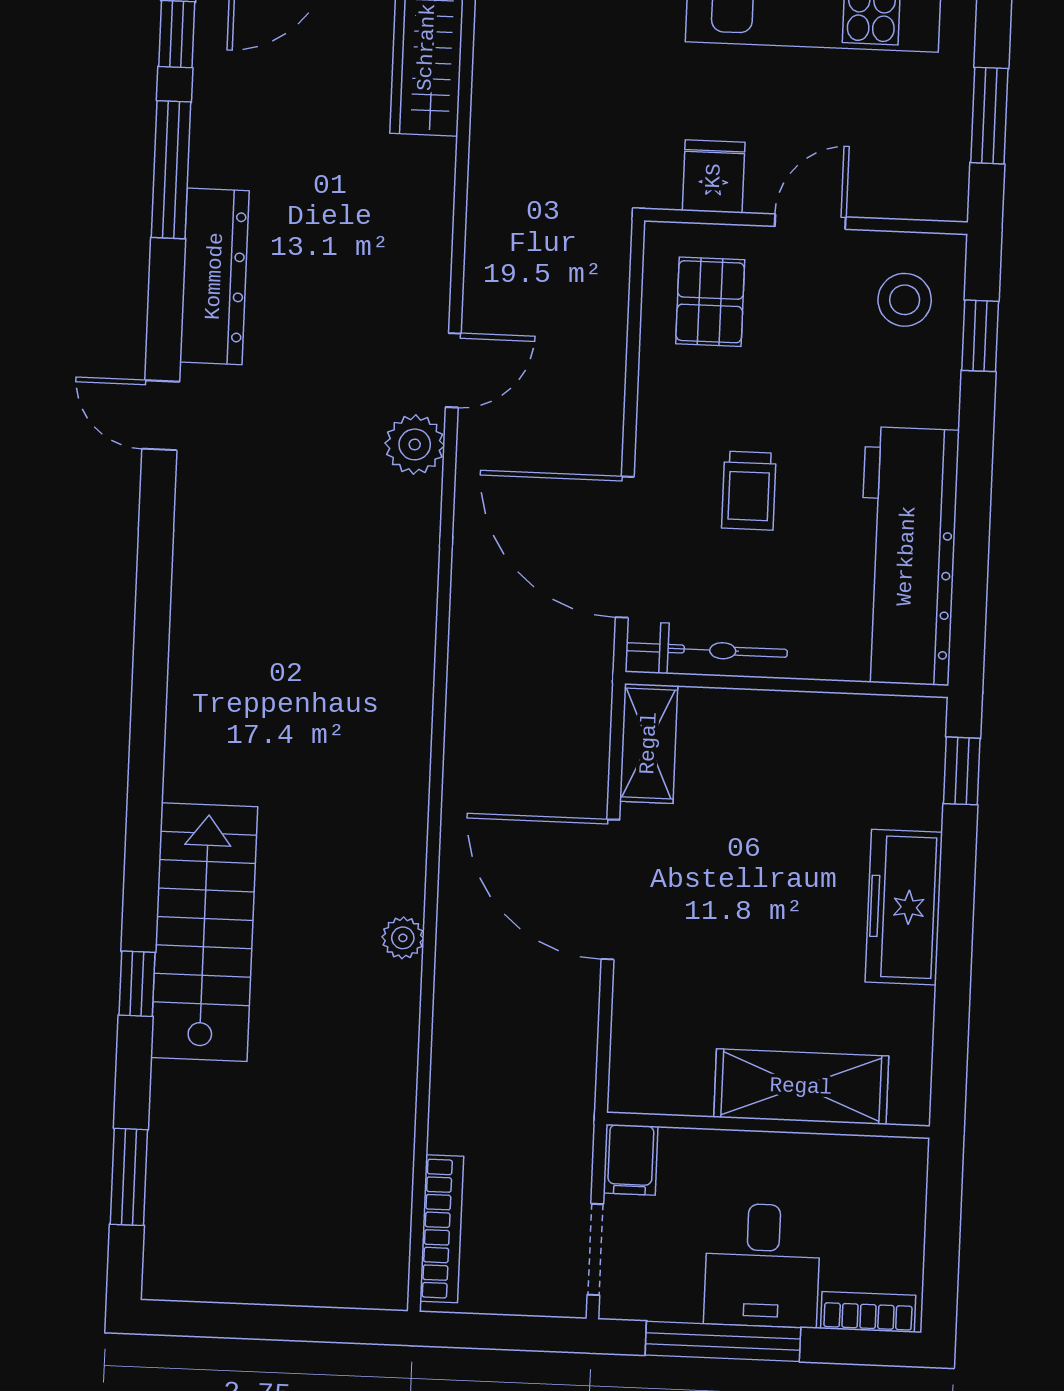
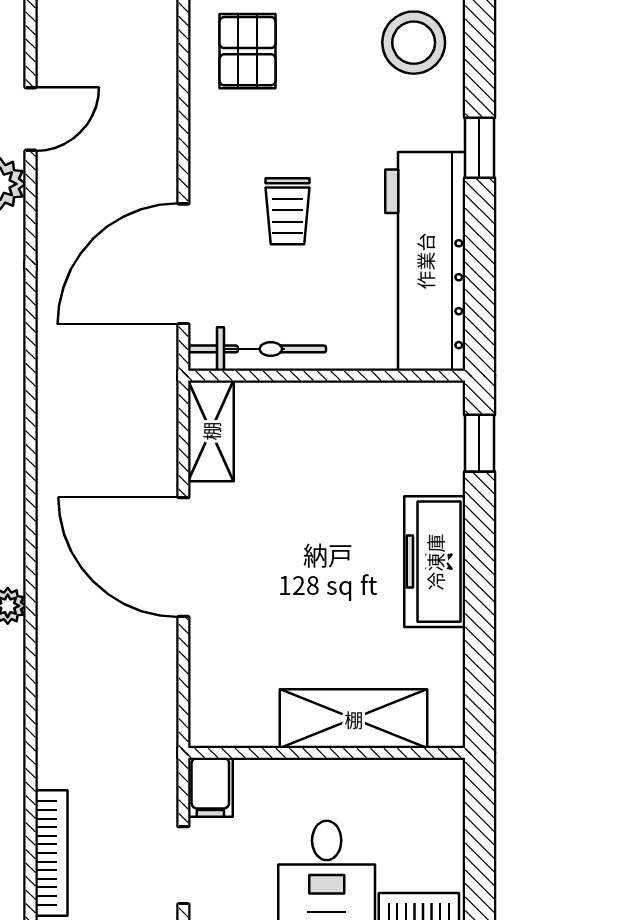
stool: (905, 300) -> (414, 43), width x1.38, depth x1.38
window: (980, 336) -> (479, 148), moved
door: (625, 547) -> (183, 264), hinge flipped

